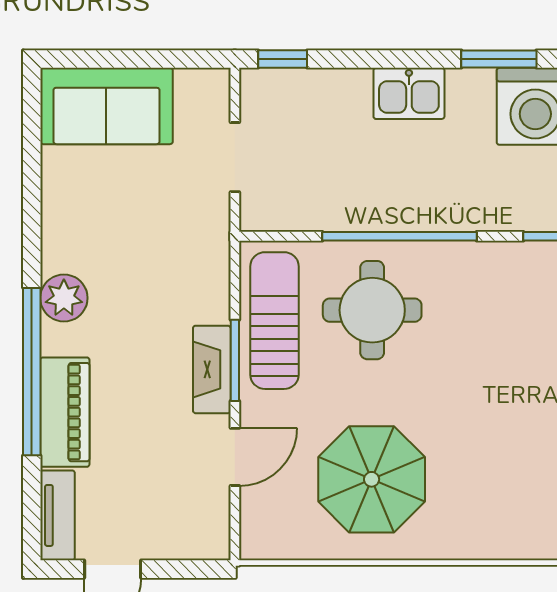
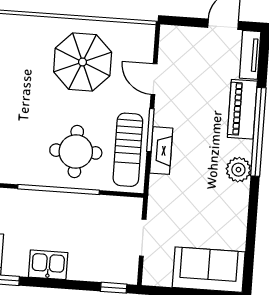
fireplace: (212, 369) -> (161, 151), moved
door: (235, 457) -> (154, 79), hinge flipped

